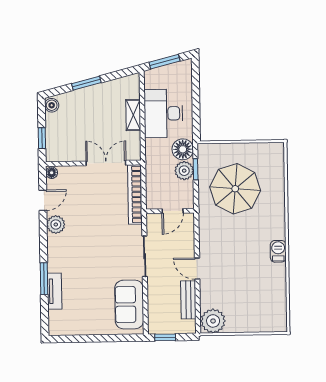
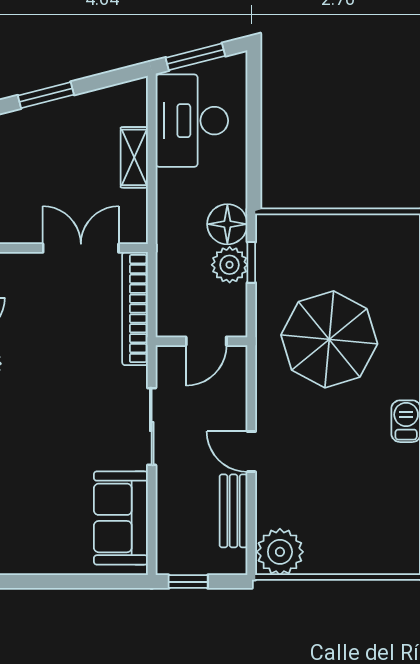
desk: (163, 113) -> (192, 121), moved
parasol: (235, 189) -> (329, 339), moved

